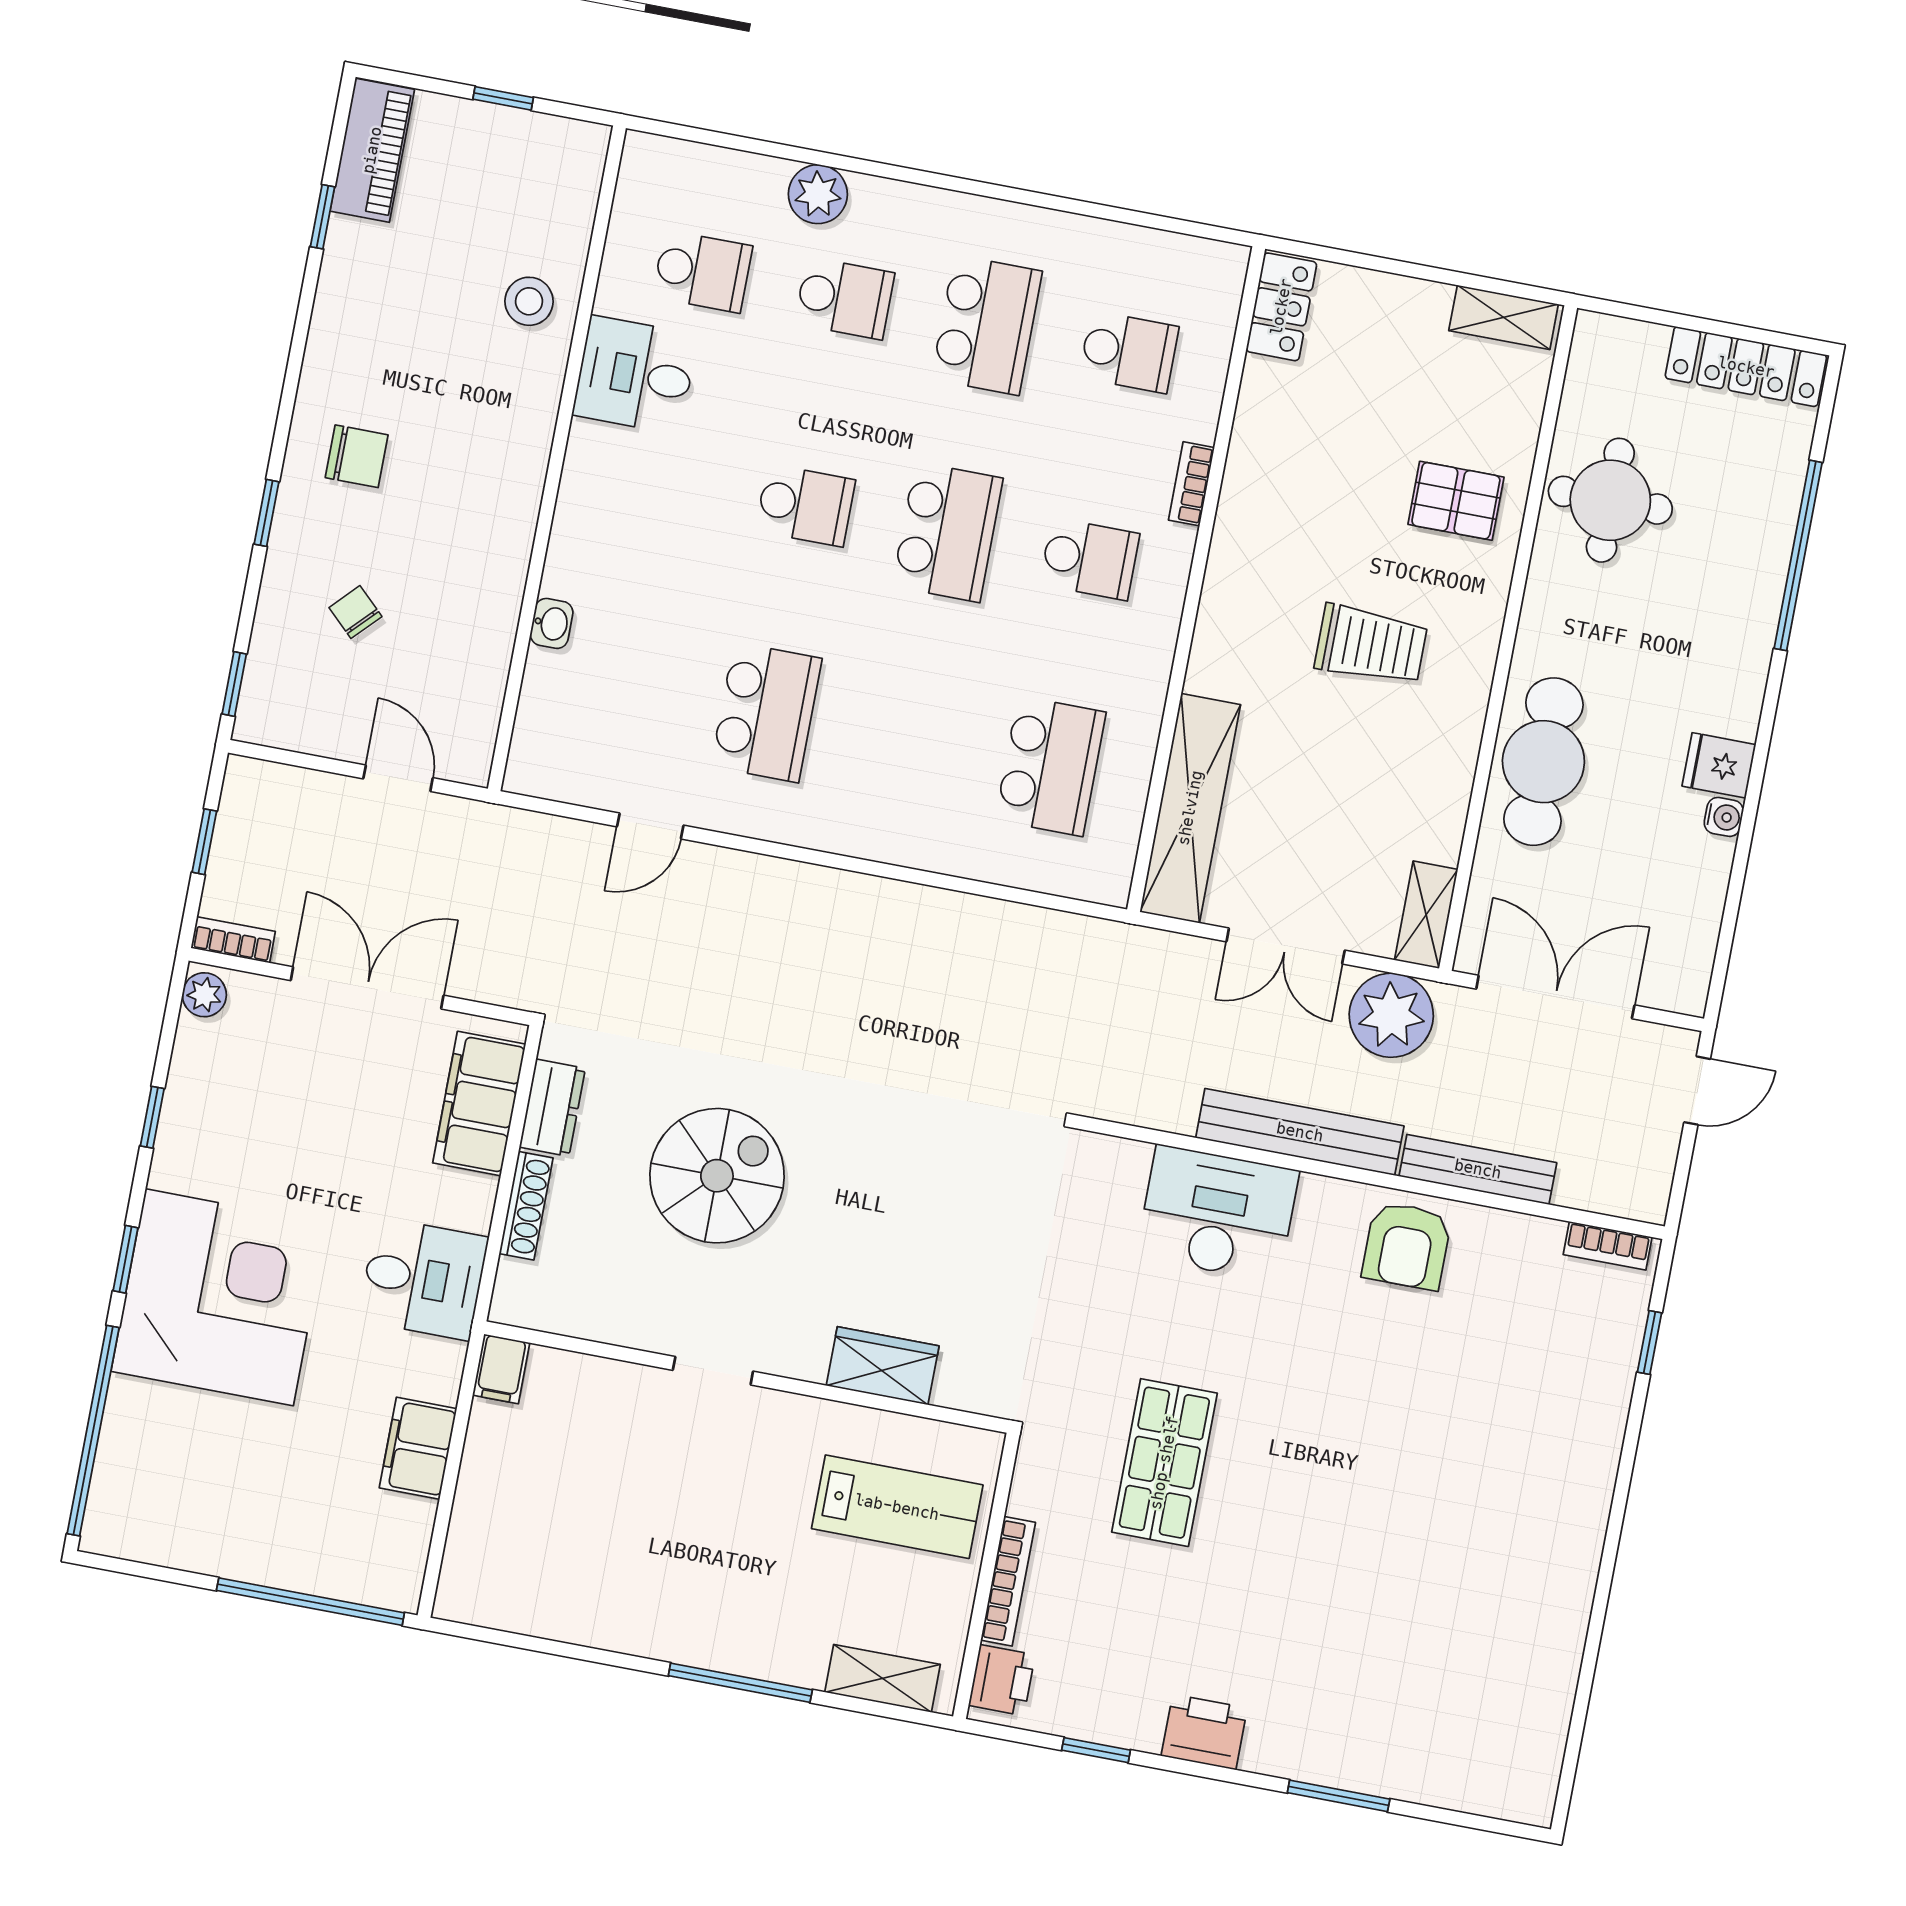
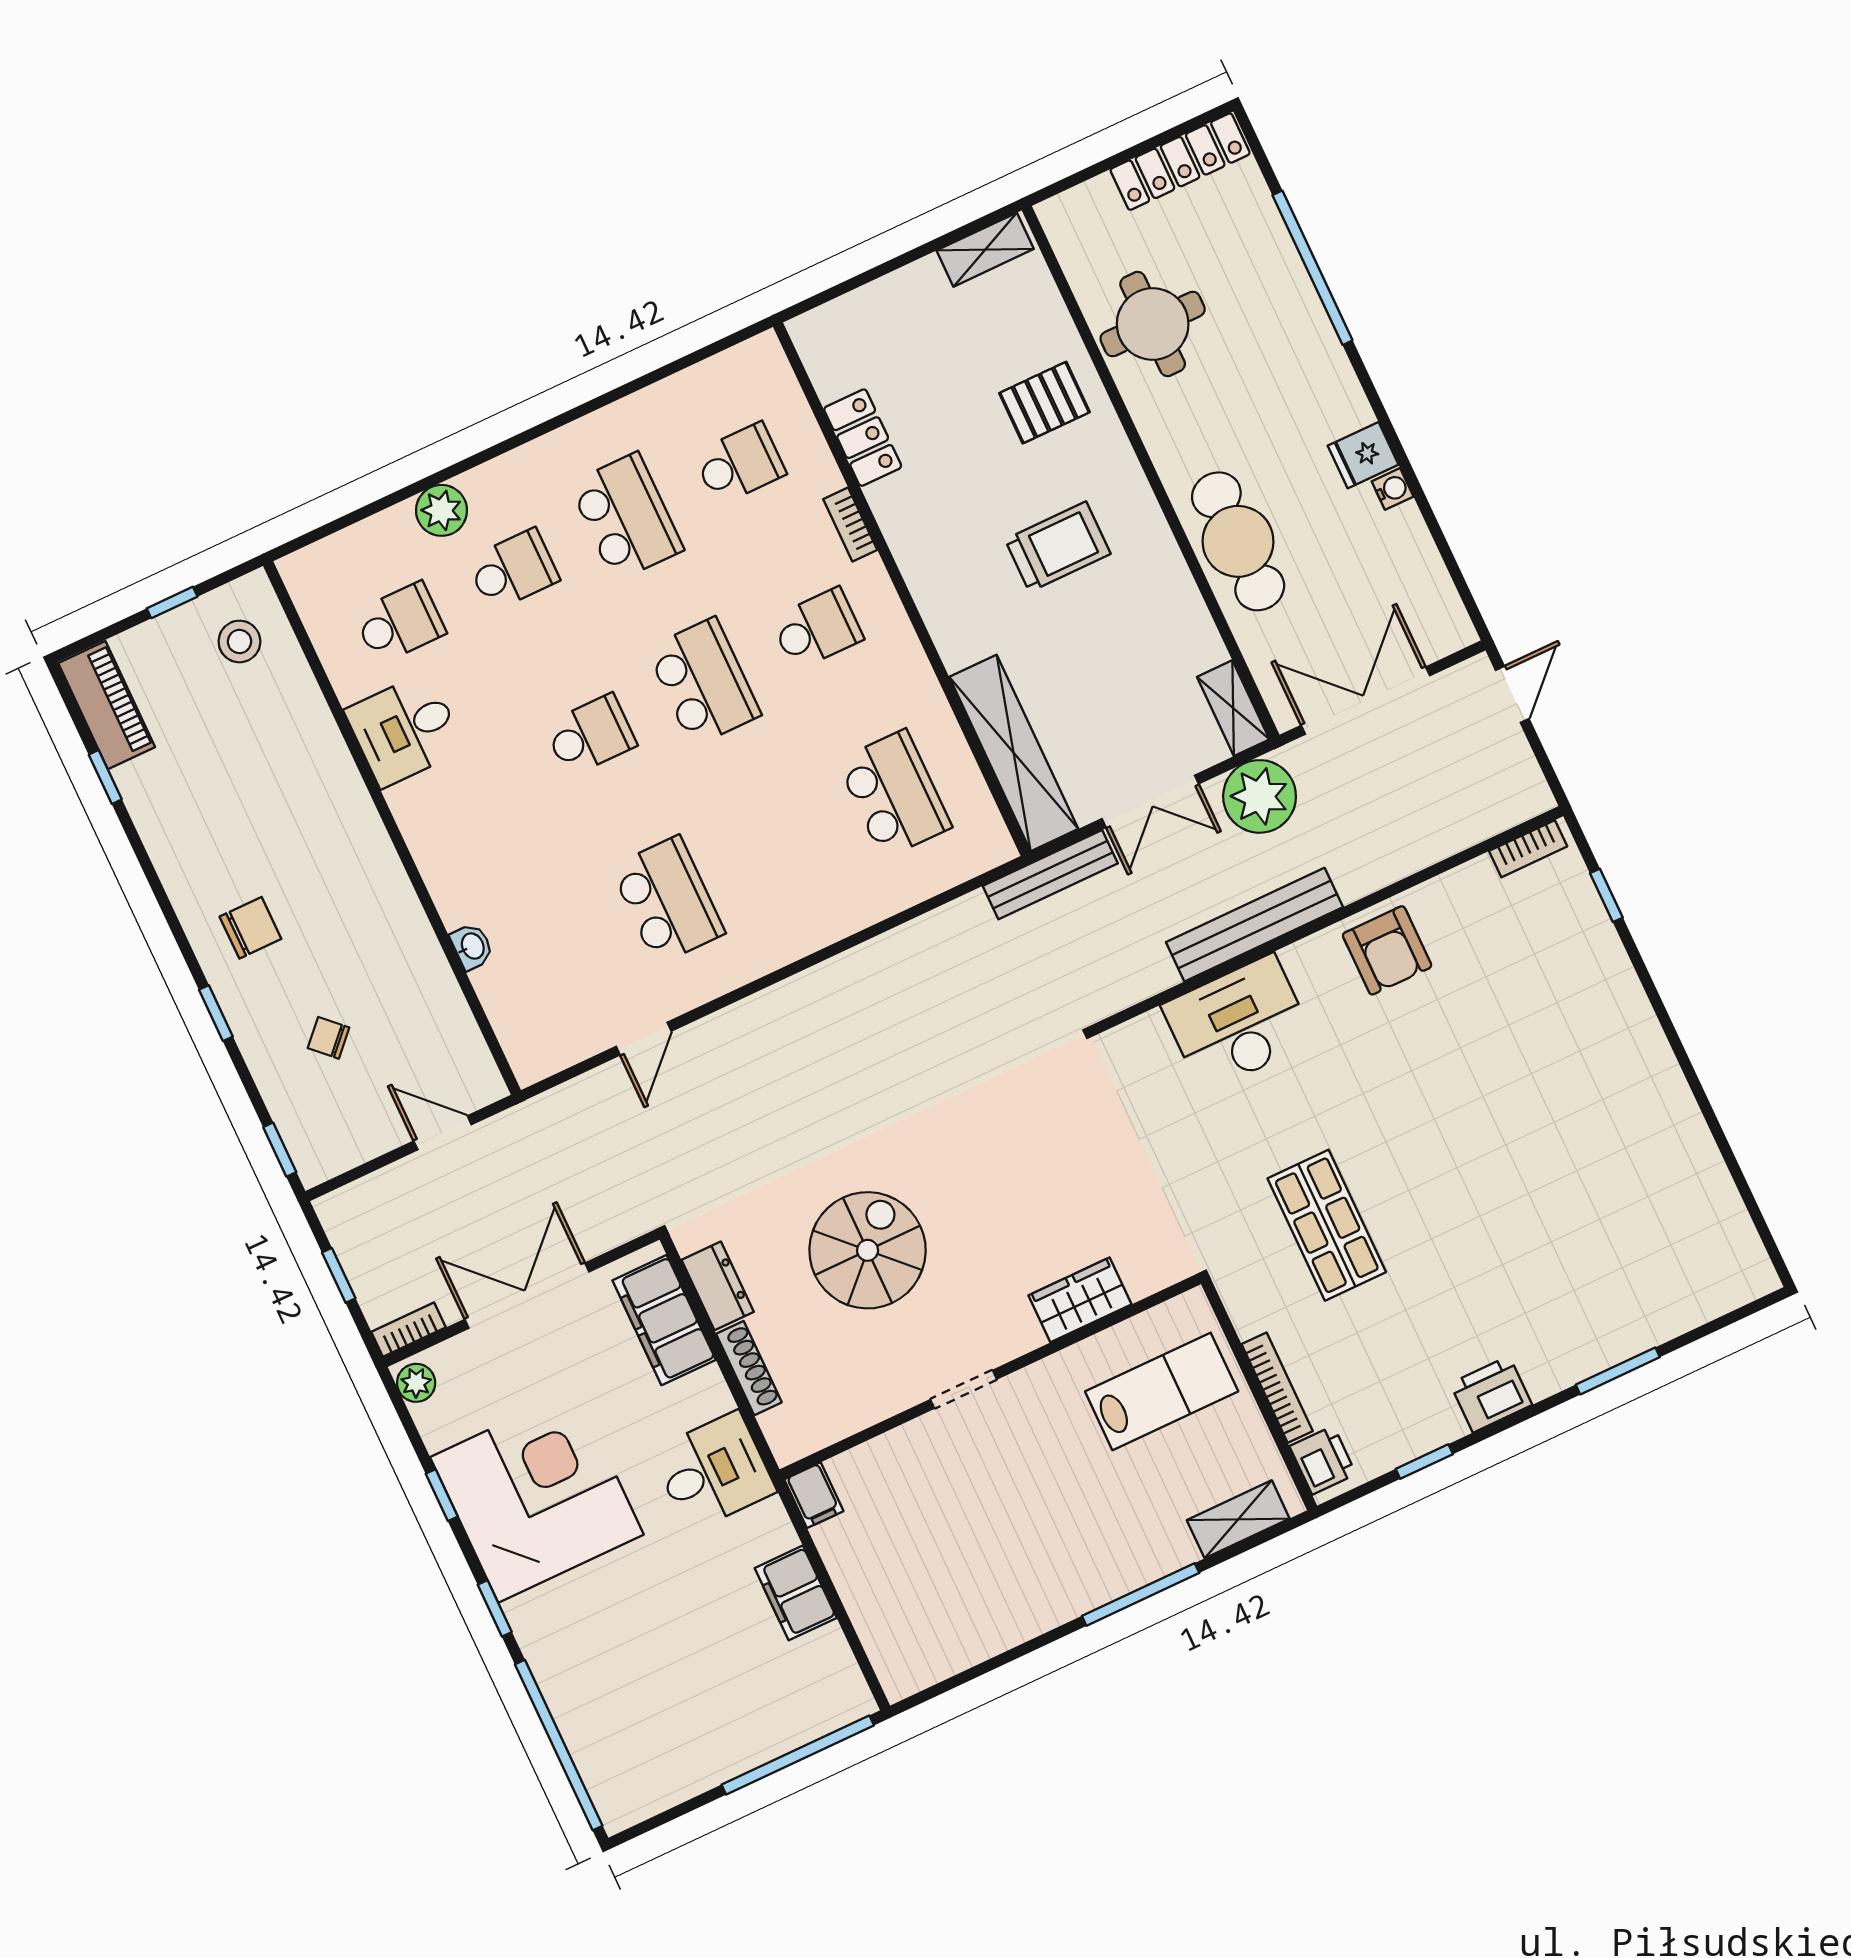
stool: (529, 301) -> (239, 641), moved
locker: (1281, 307) -> (863, 438), moved
bench: (1478, 1169) -> (1050, 875), moved
corner desk: (219, 1297) -> (537, 1496), moved

